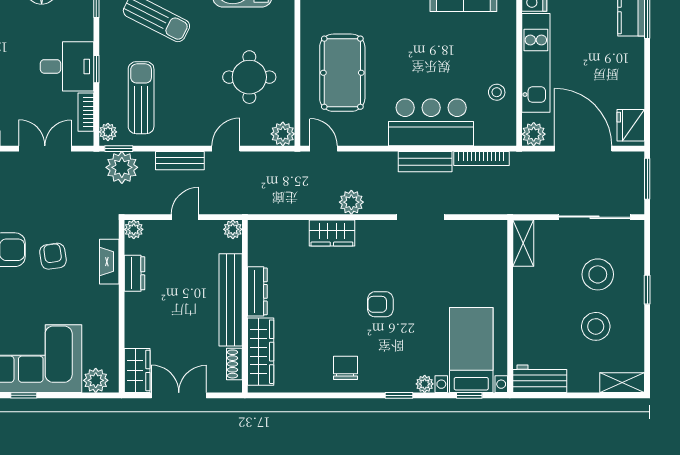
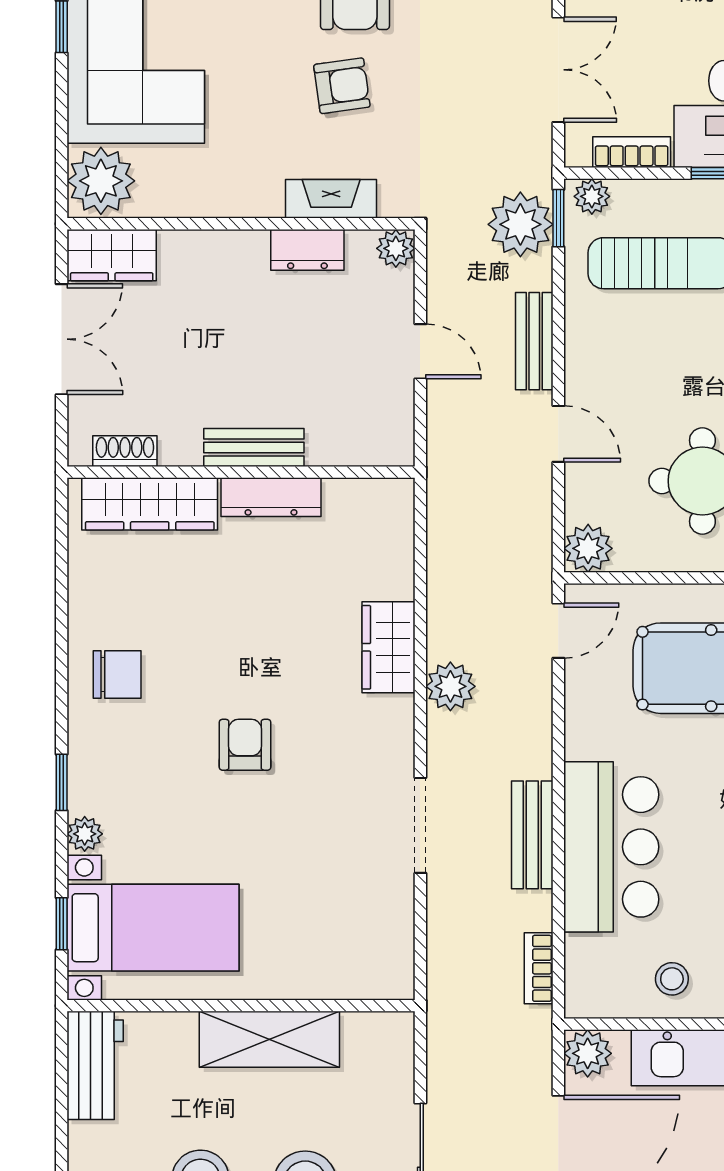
bookcase: (481, 158) -> (539, 968), width x0.64
plant: (233, 229) -> (396, 448), removed
shelving: (523, 243) -> (269, 1039), moved, width x1.50, depth x1.33
bench: (231, 300) -> (254, 448), width x0.54, depth x0.82
plant: (96, 380) -> (101, 181), width x1.36, depth x1.36

